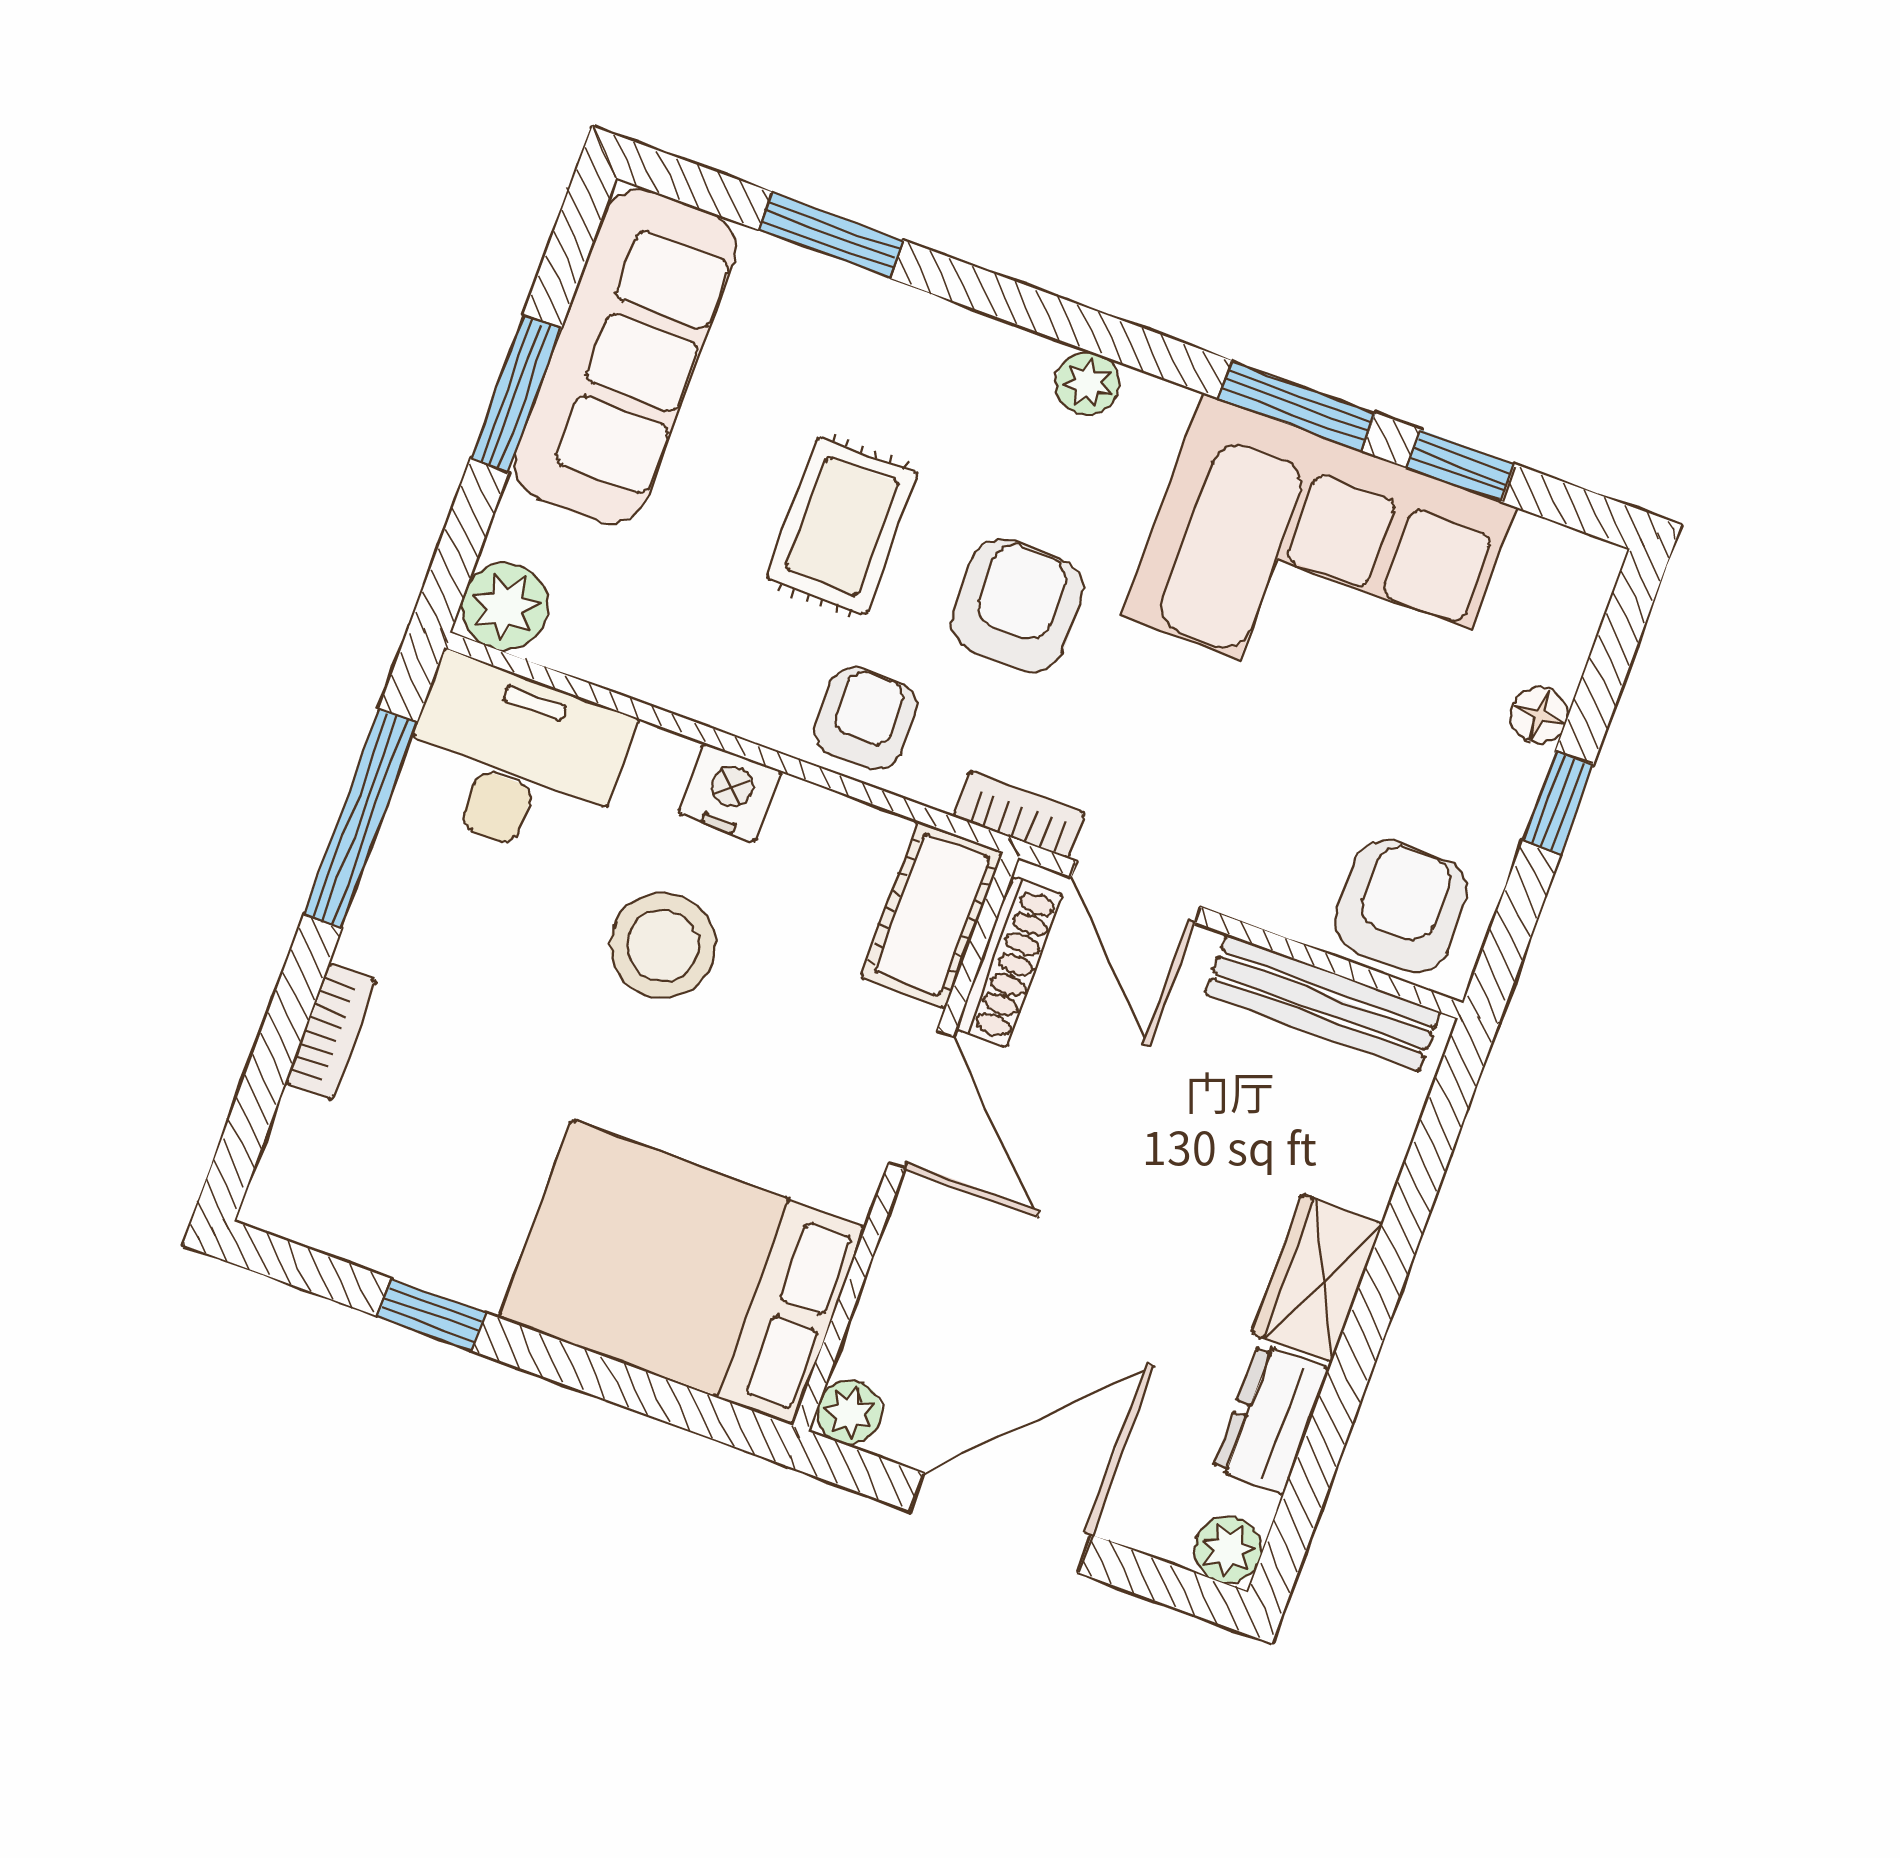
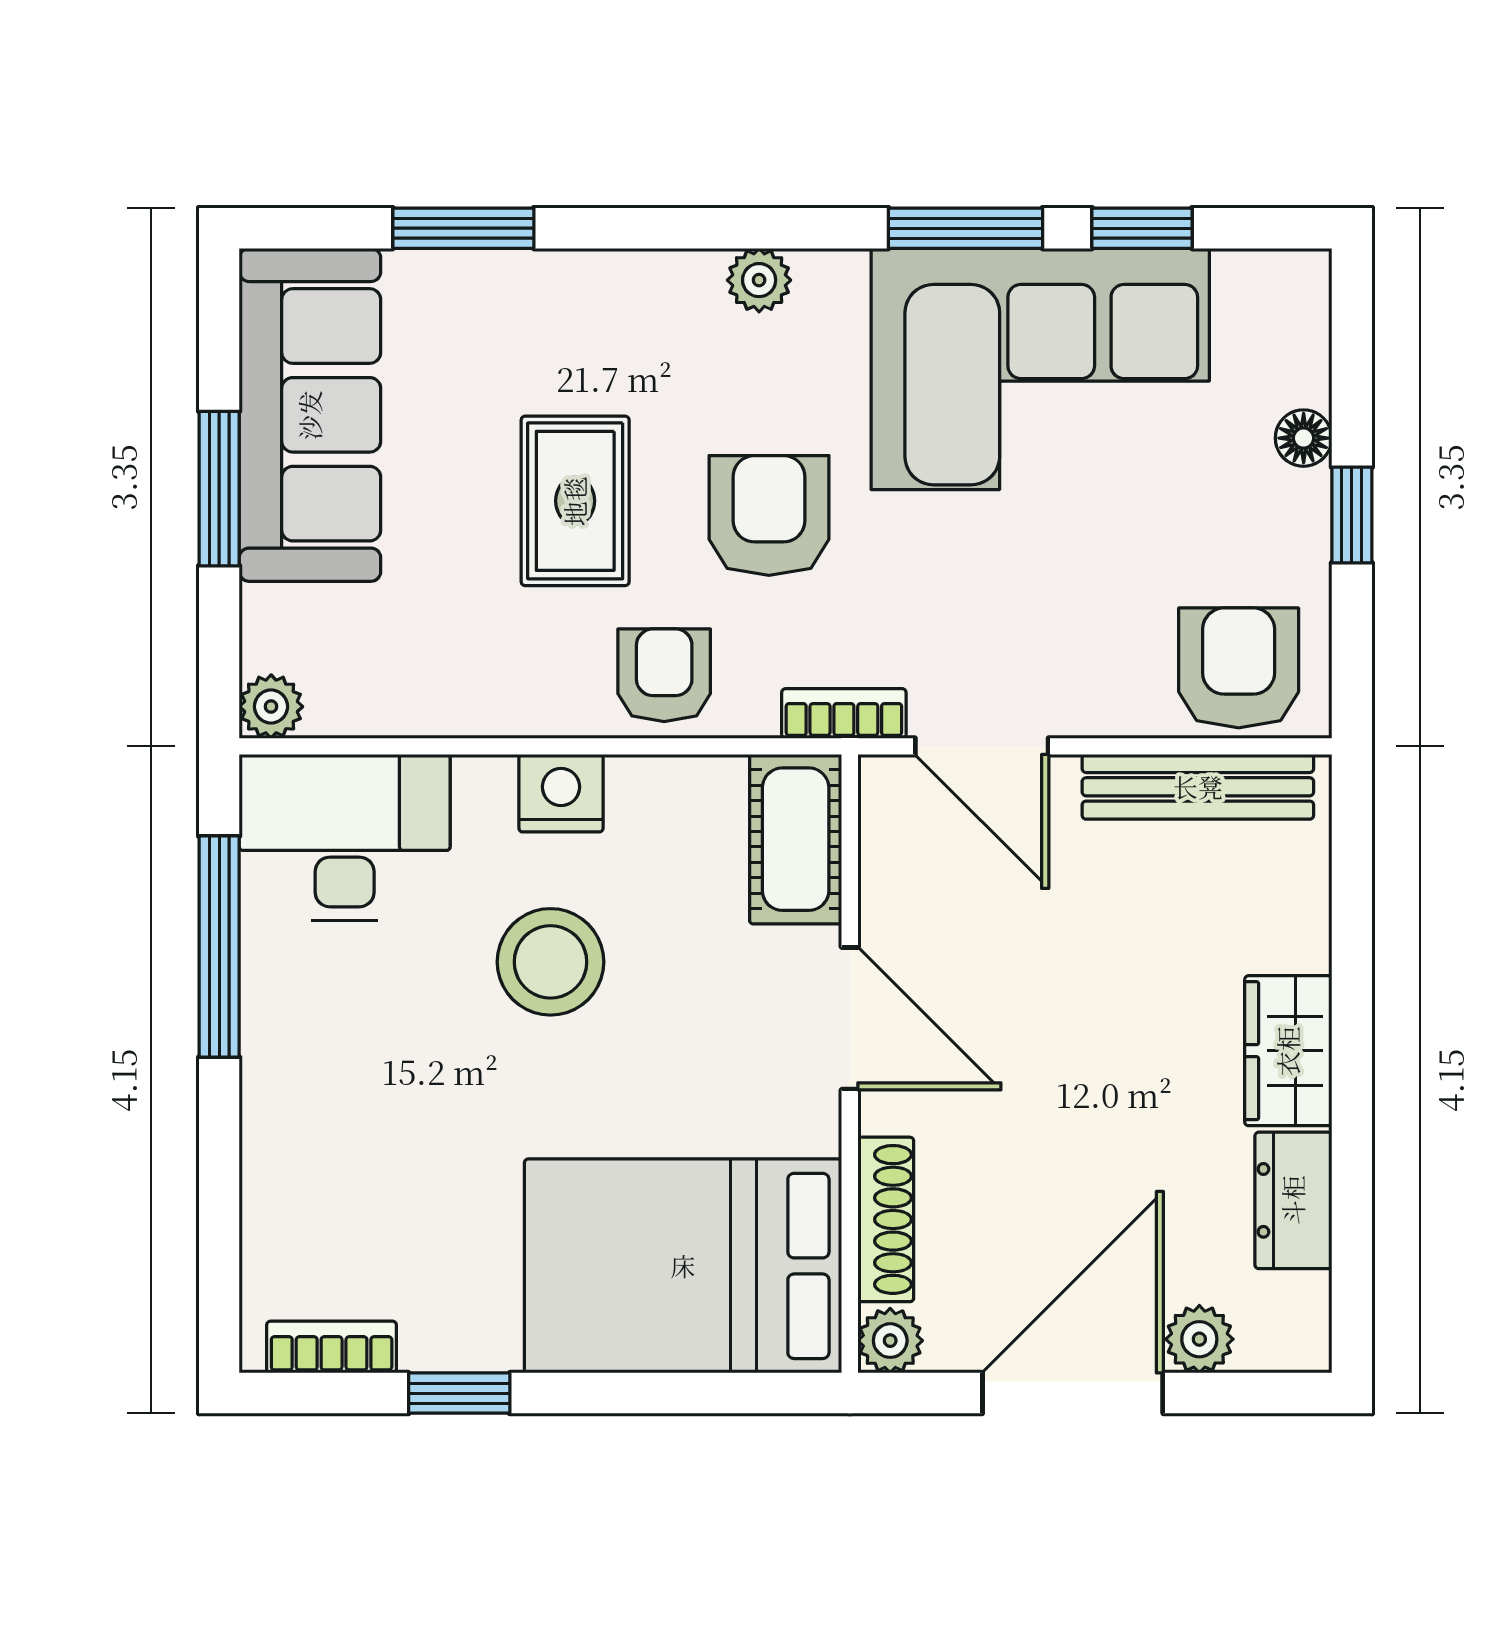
plant: (505, 607) -> (271, 707), width x0.73, depth x0.73
shoe rack: (1009, 962) -> (886, 1219), moved
bookcase: (331, 1031) -> (332, 1347), moved, turned -90
plant: (1228, 1549) -> (1199, 1339), moved

